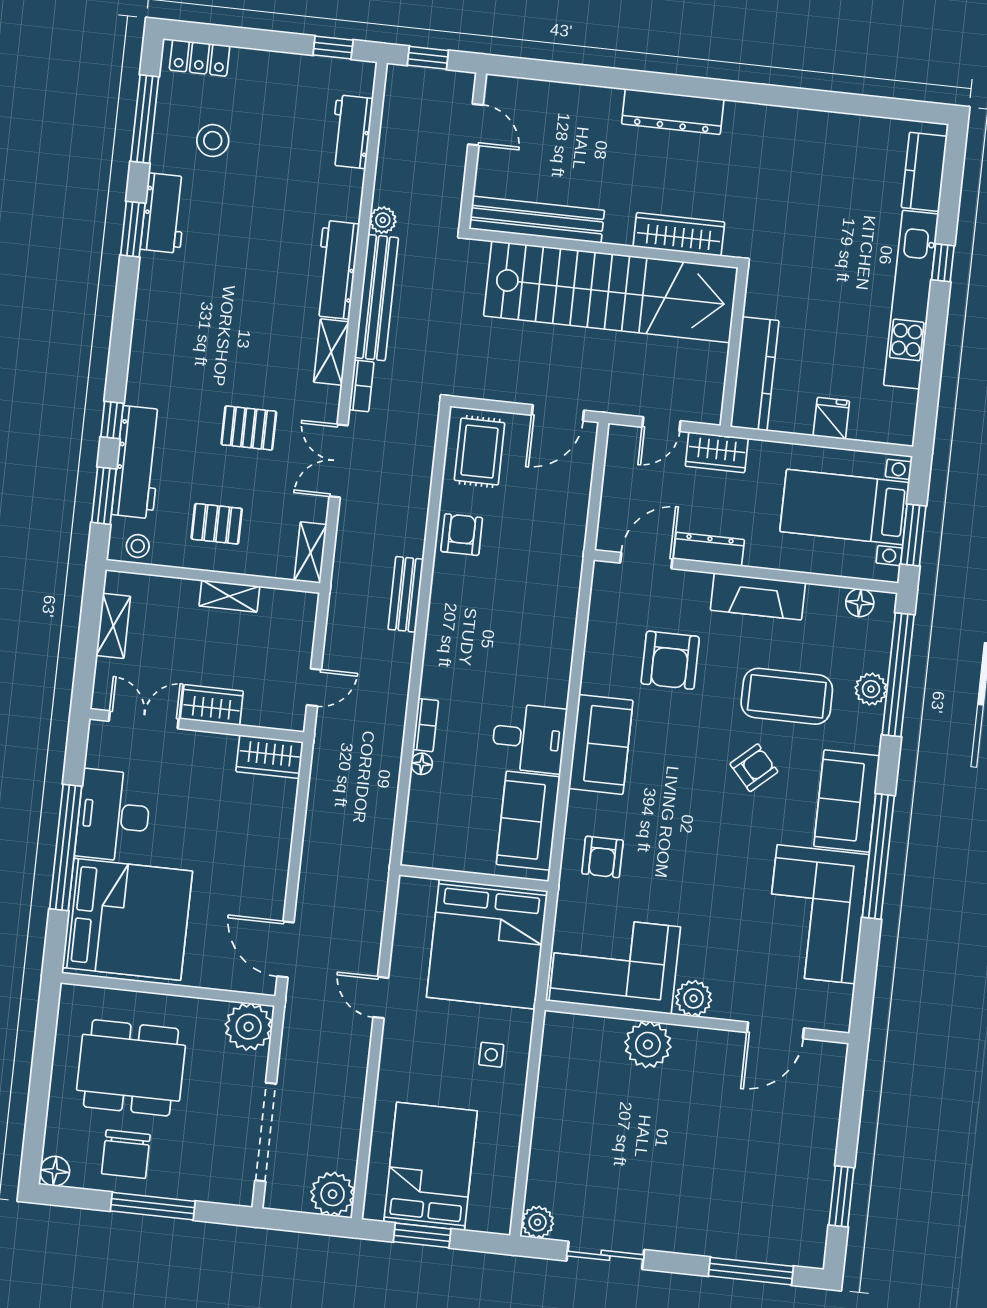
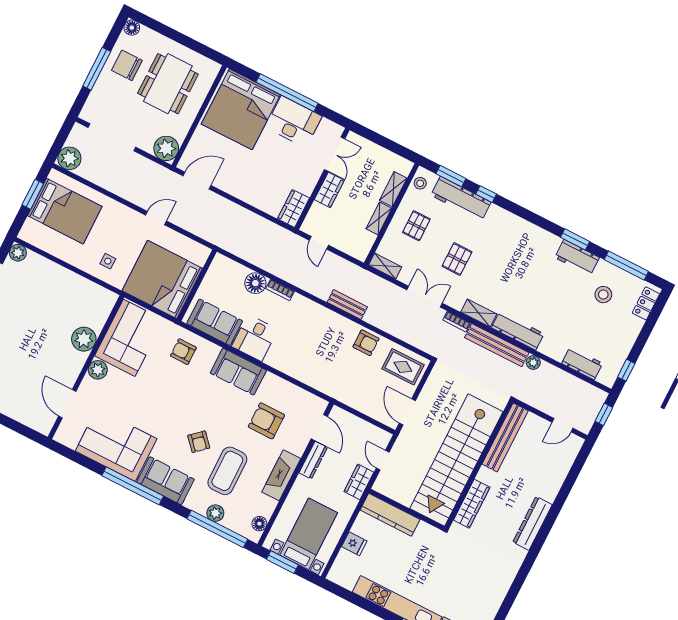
shelving: (113, 626) -> (393, 189), moved, turned 90
floor lamp: (422, 764) -> (255, 283), width x1.89, depth x1.89

